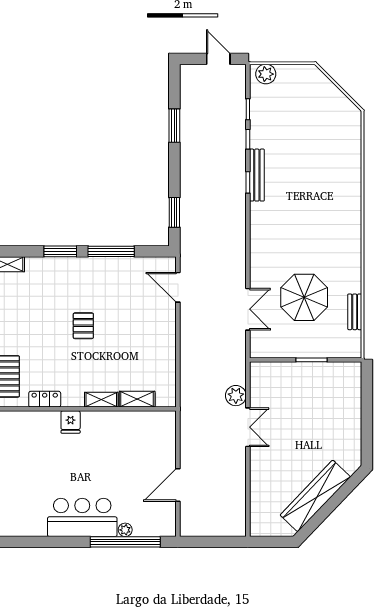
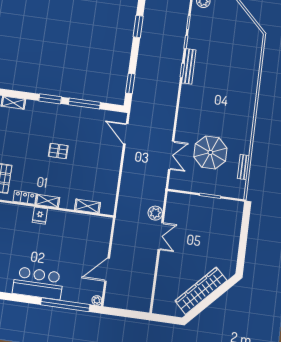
pallet: (83, 326) -> (58, 151), turned 90
shelving: (101, 400) -> (48, 201), moved
plant: (125, 530) -> (97, 300), moved

